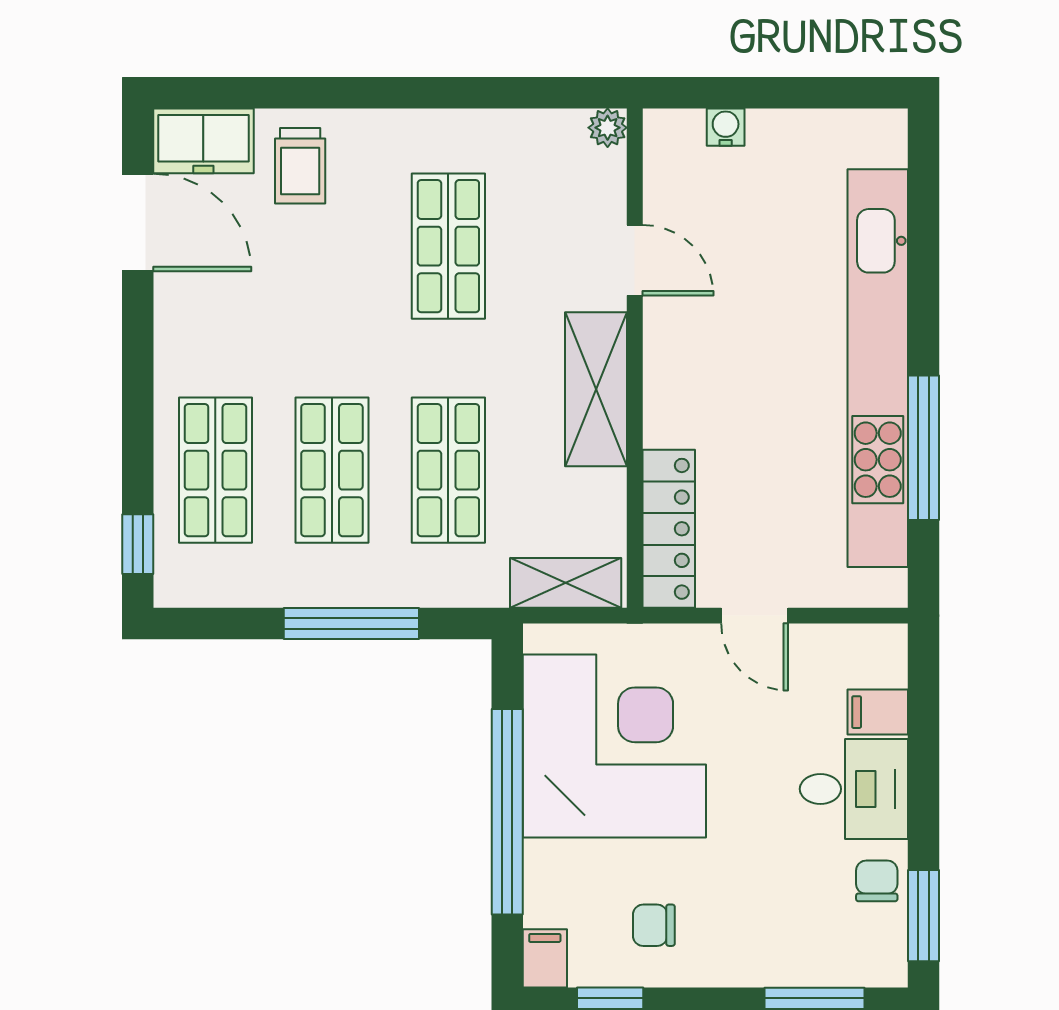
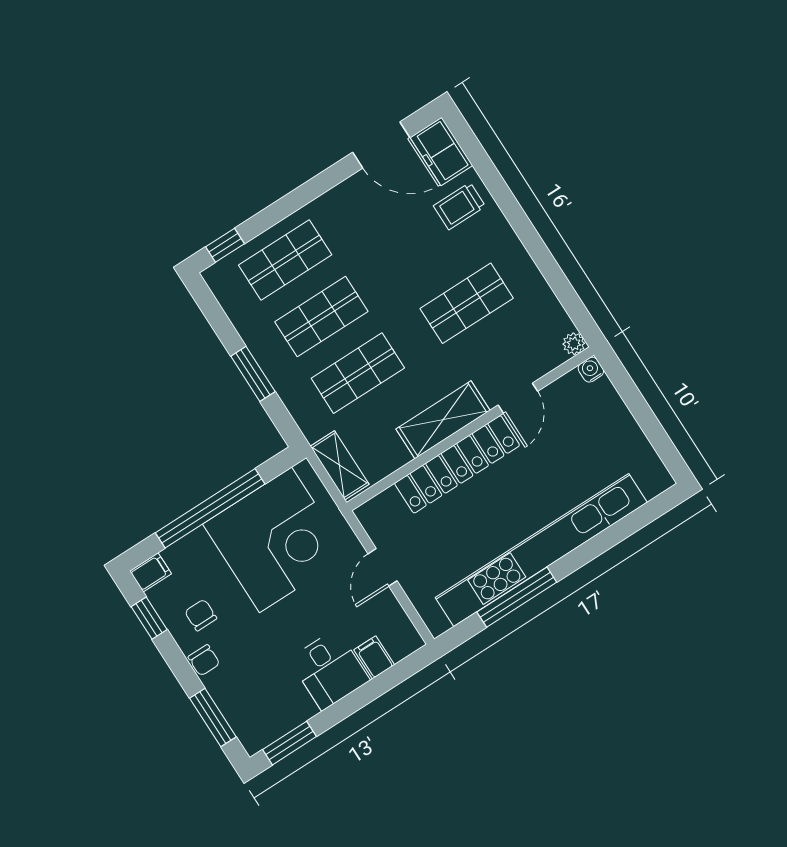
water cooler: (726, 127) -> (591, 370), moved, turned -90
door: (138, 222) -> (381, 145), hinge flipped
locker: (669, 529) -> (457, 464), moved, width x1.41, depth x1.21
window: (351, 623) -> (253, 374), width x0.69
chair: (877, 881) -> (204, 660), moved, turned 90

